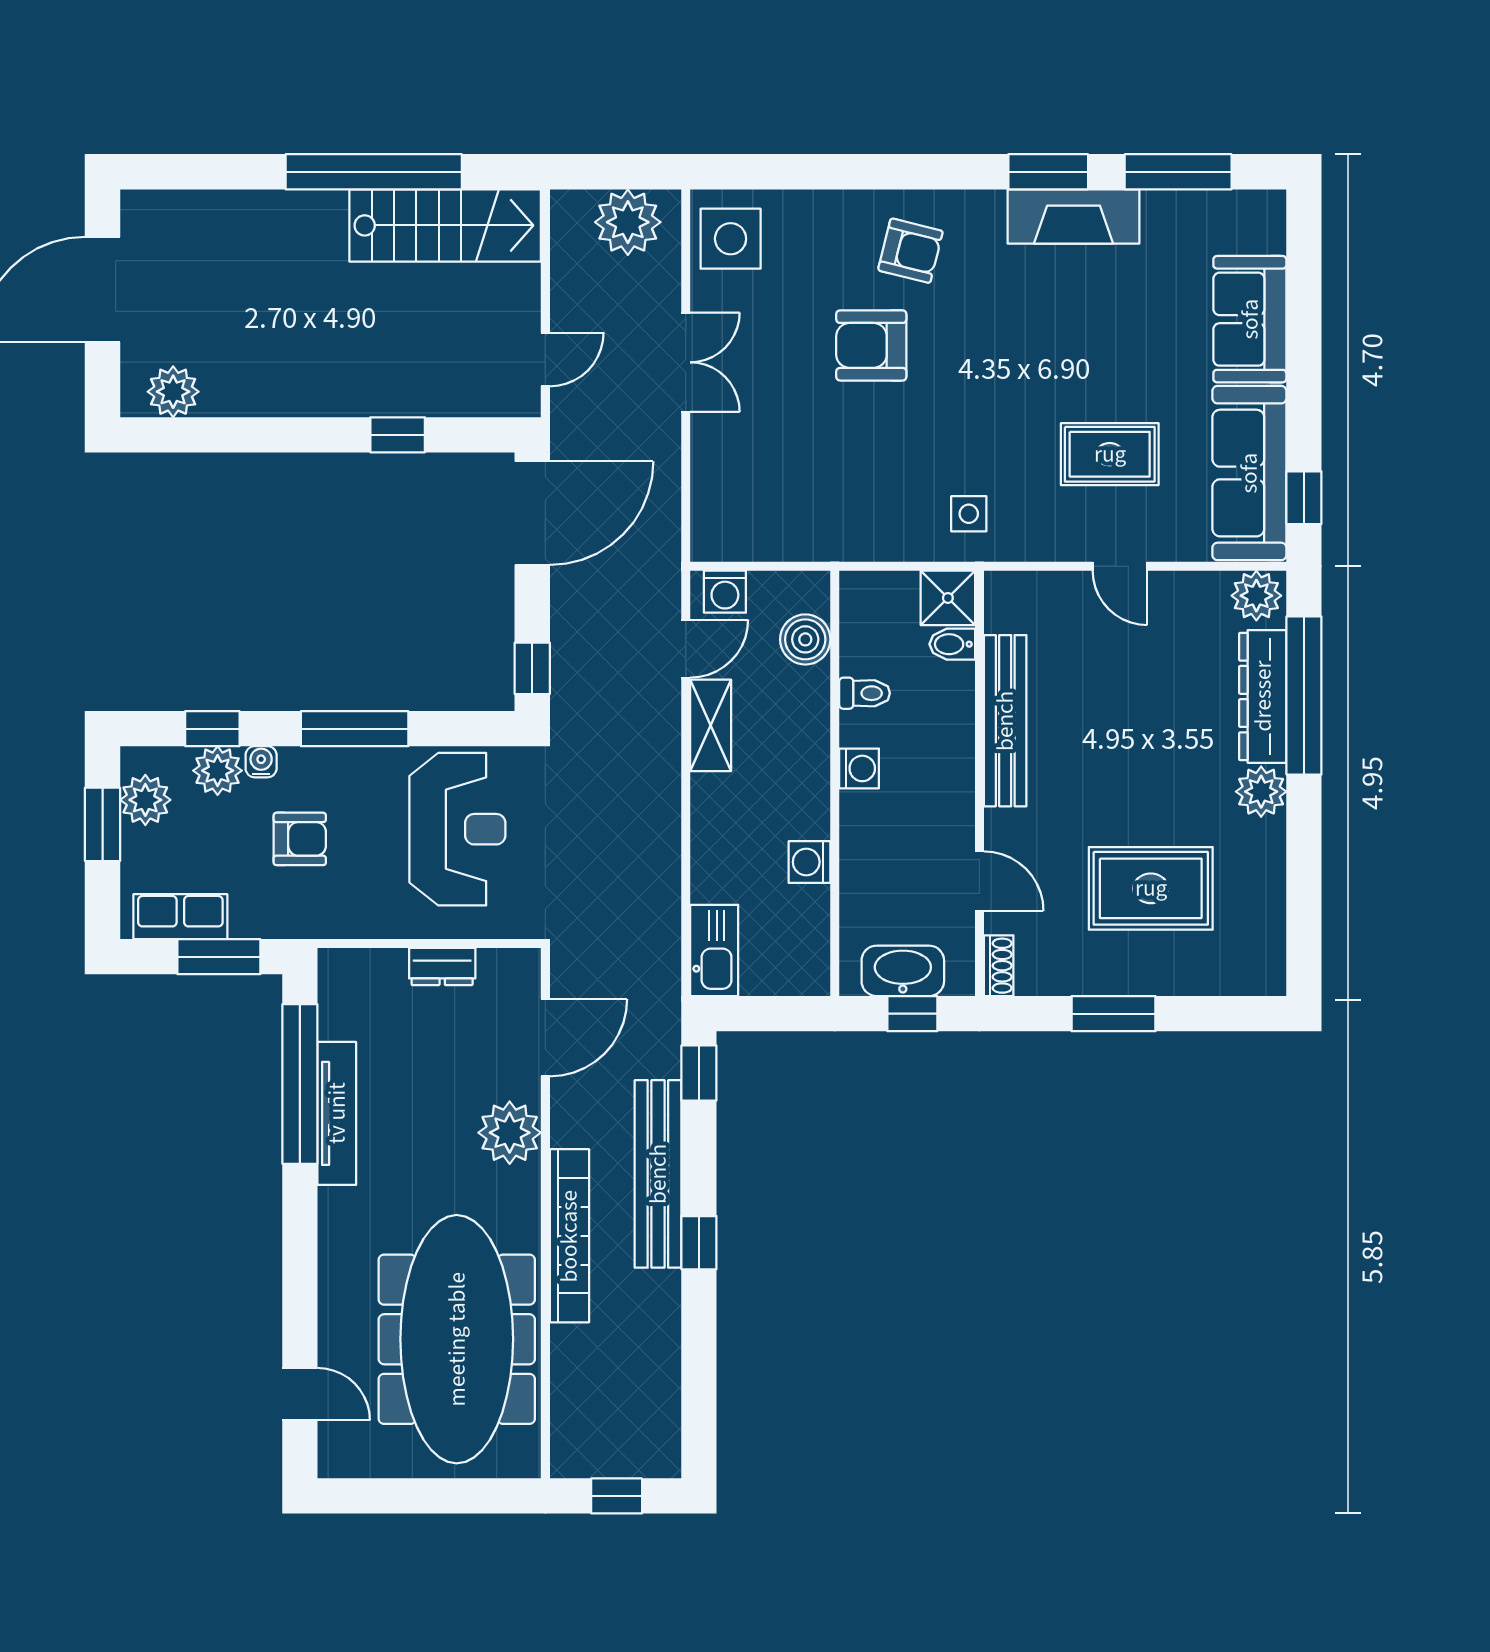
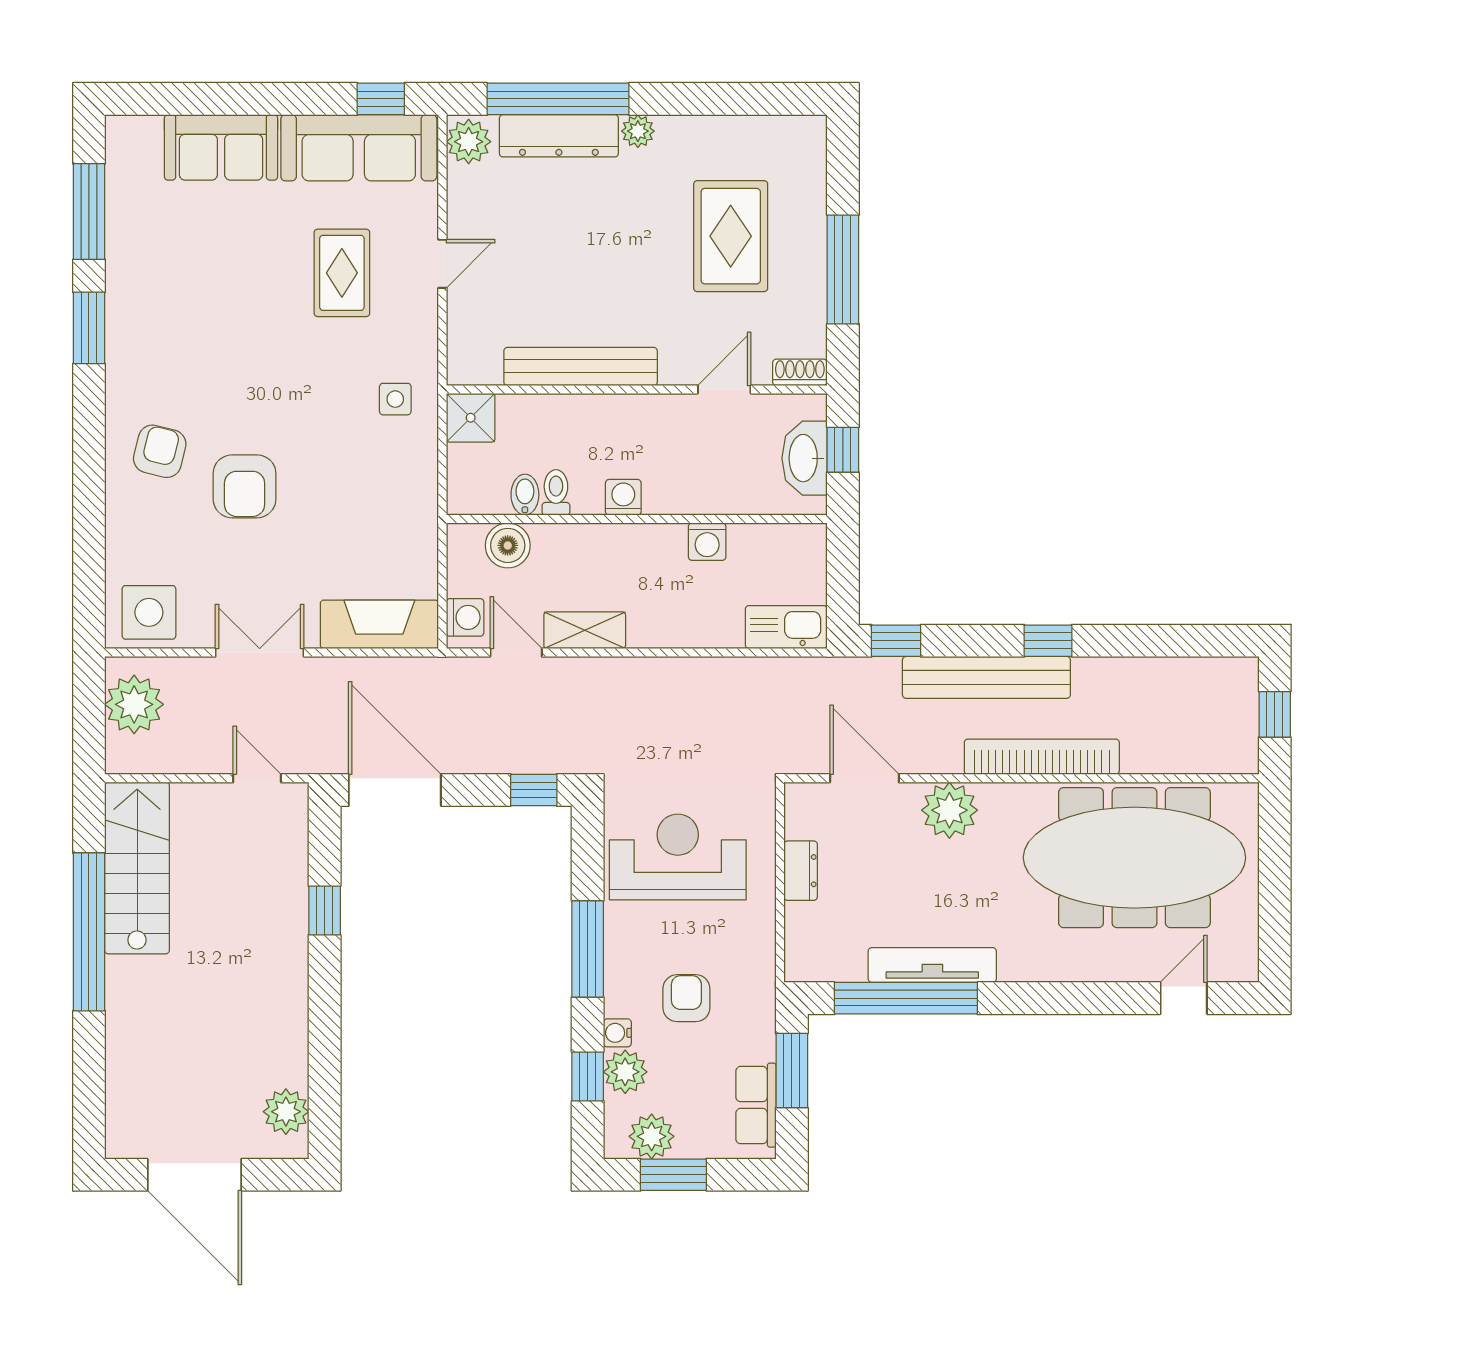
fireplace: (1074, 216) -> (379, 624), moved, turned -90
bidet: (952, 644) -> (525, 495), moved, turned 180
plant: (1261, 792) -> (638, 131), width x0.73, depth x0.73
window: (1113, 1014) -> (843, 270), width x1.44

